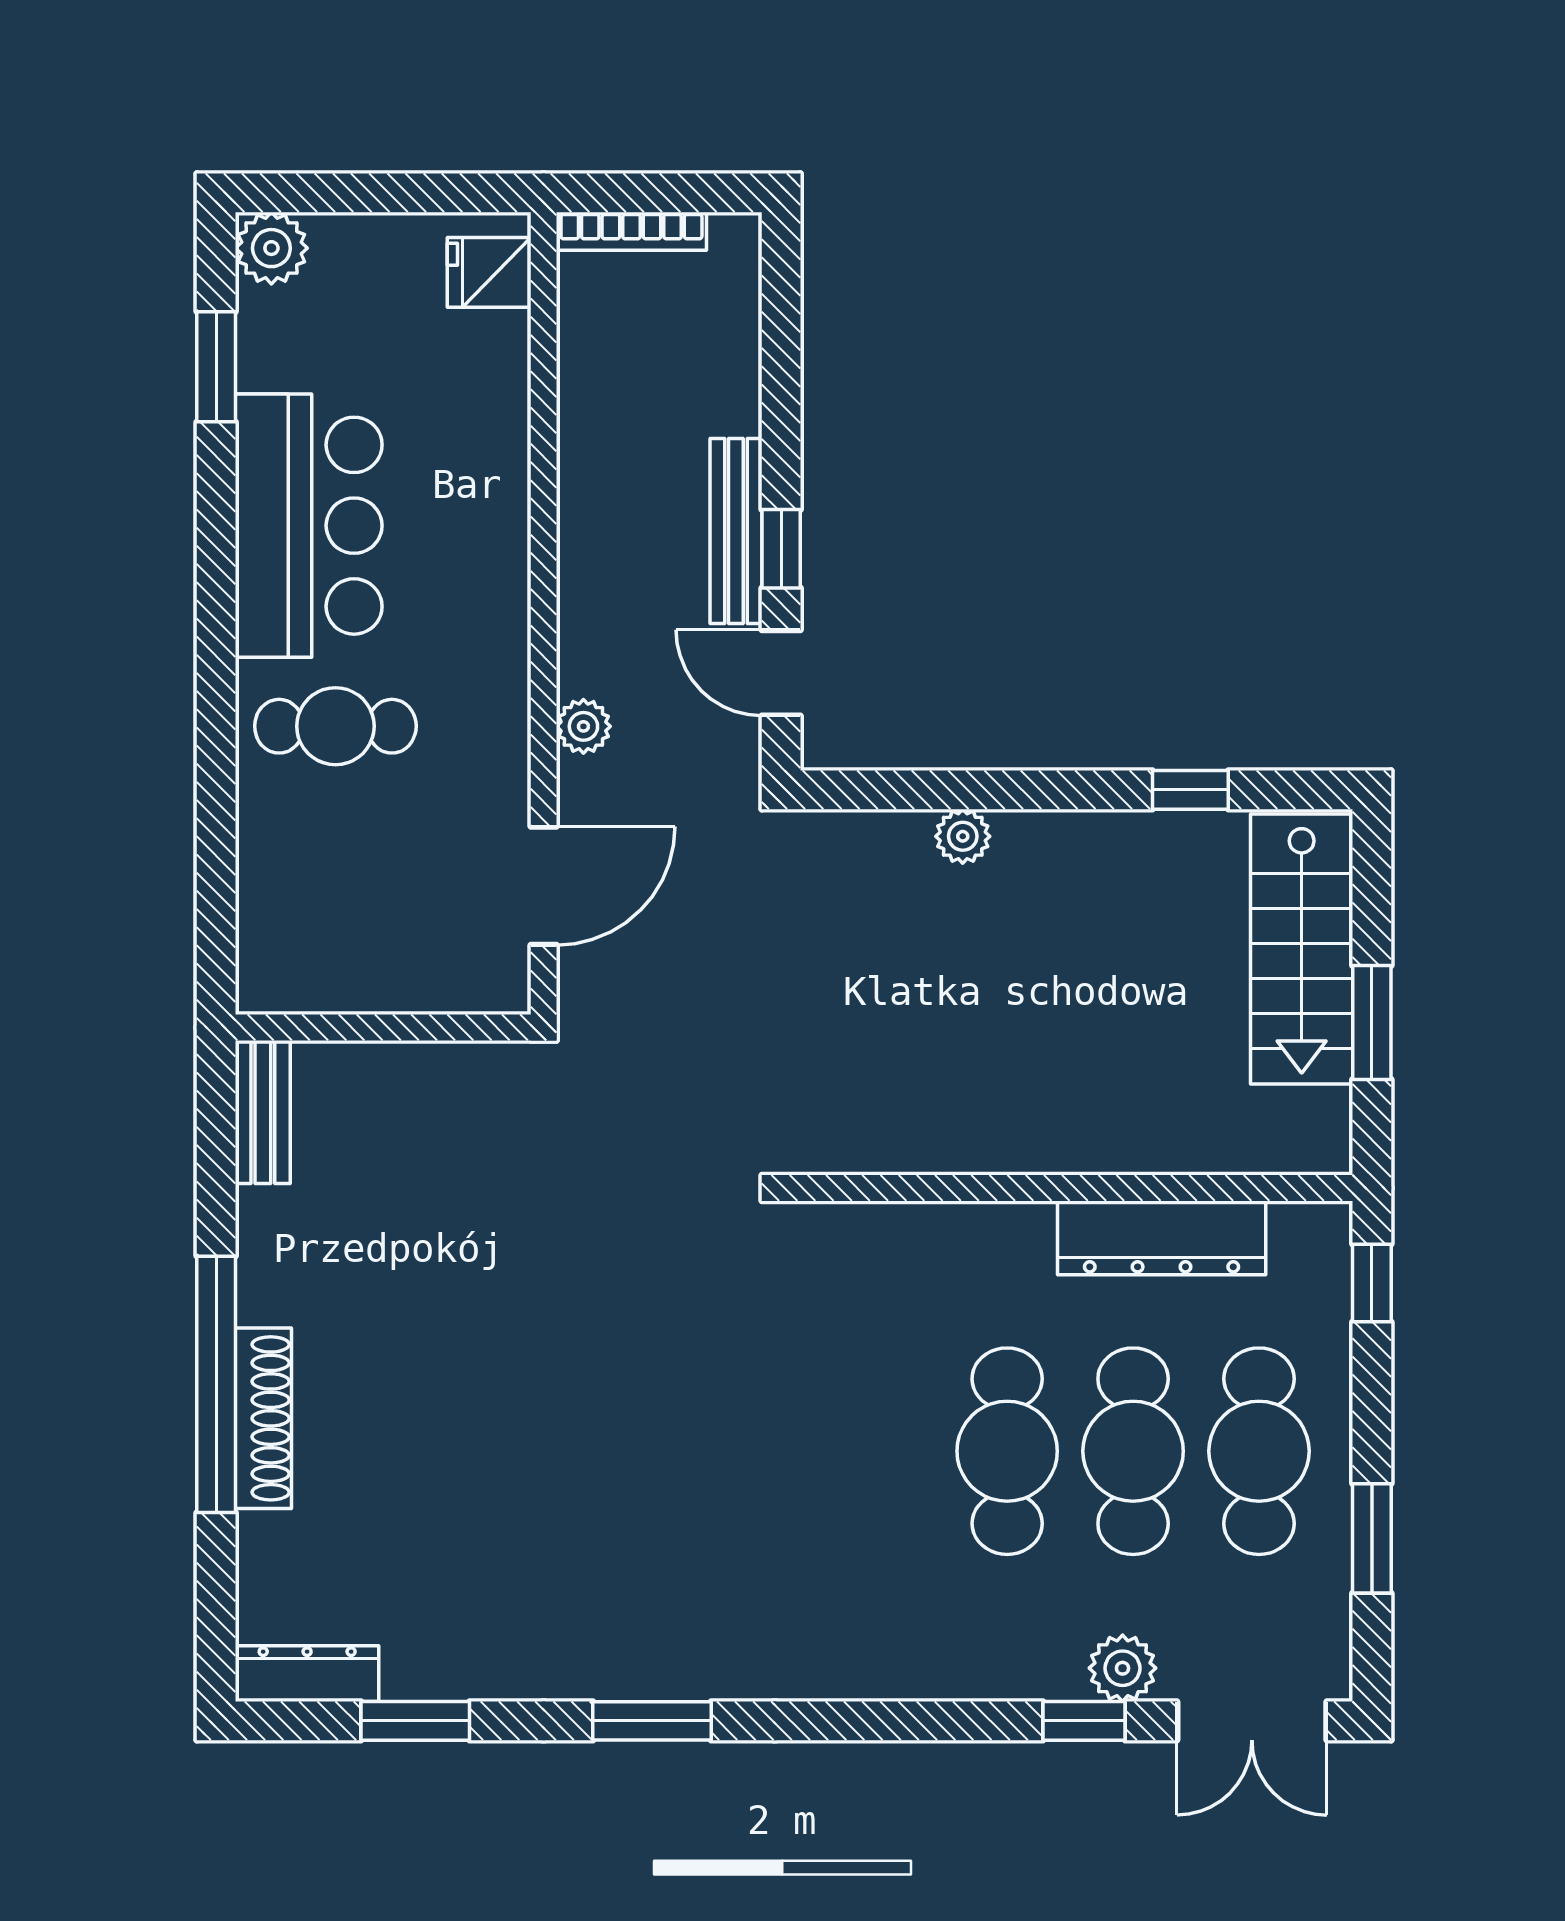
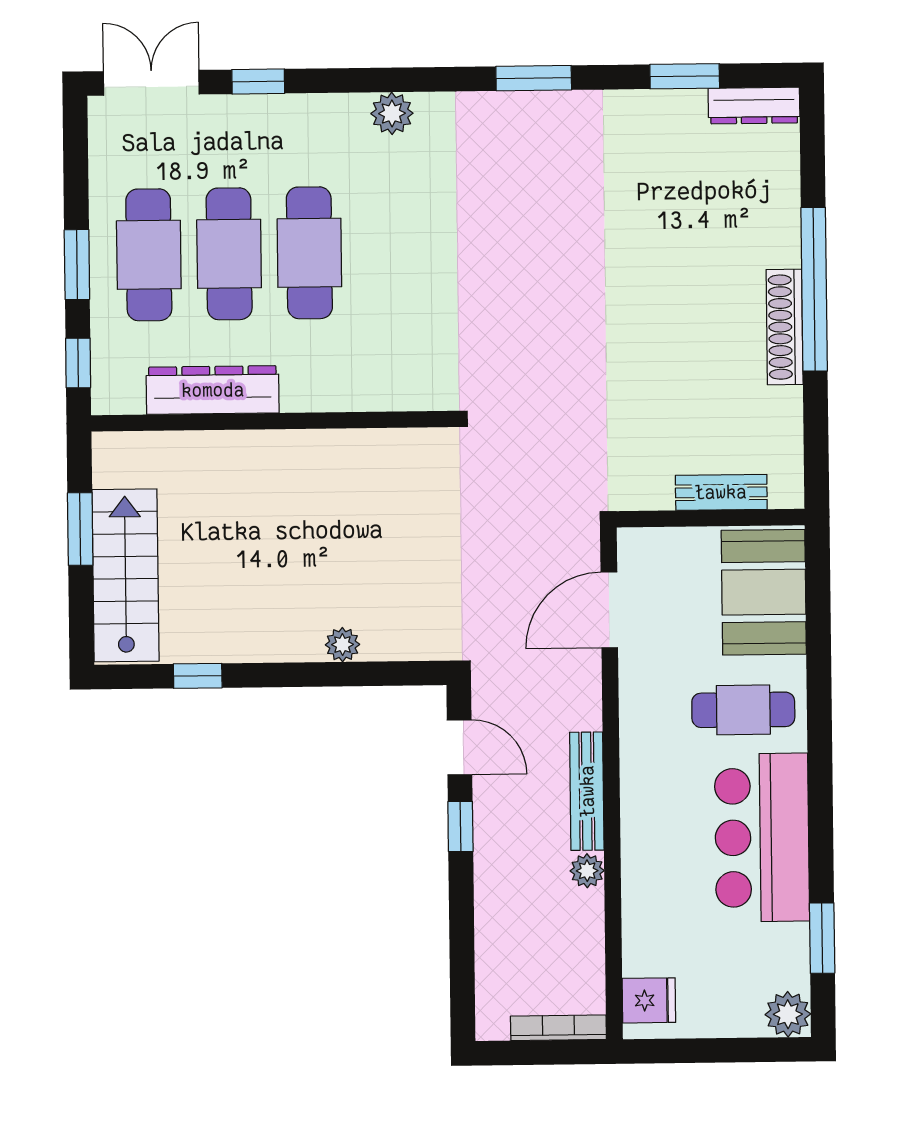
bench: (736, 531) -> (587, 791), moved
plant: (583, 726) -> (587, 871), moved
booth: (301, 910) -> (764, 592), added
bench: (263, 1112) -> (721, 492), moved, turned 90
shoe rack: (263, 1418) -> (785, 327), moved
window: (1372, 1538) -> (77, 265), moved
plant: (1123, 1668) -> (392, 113), moved

